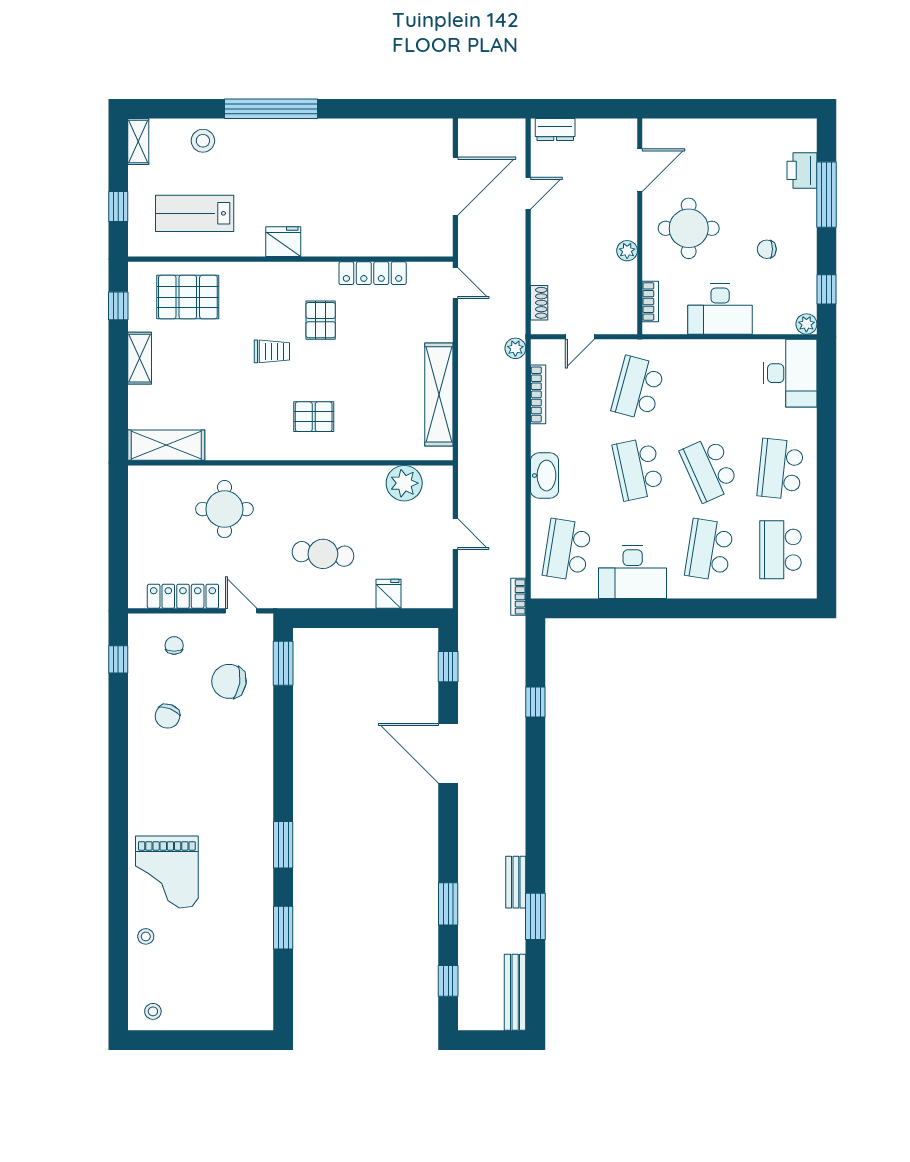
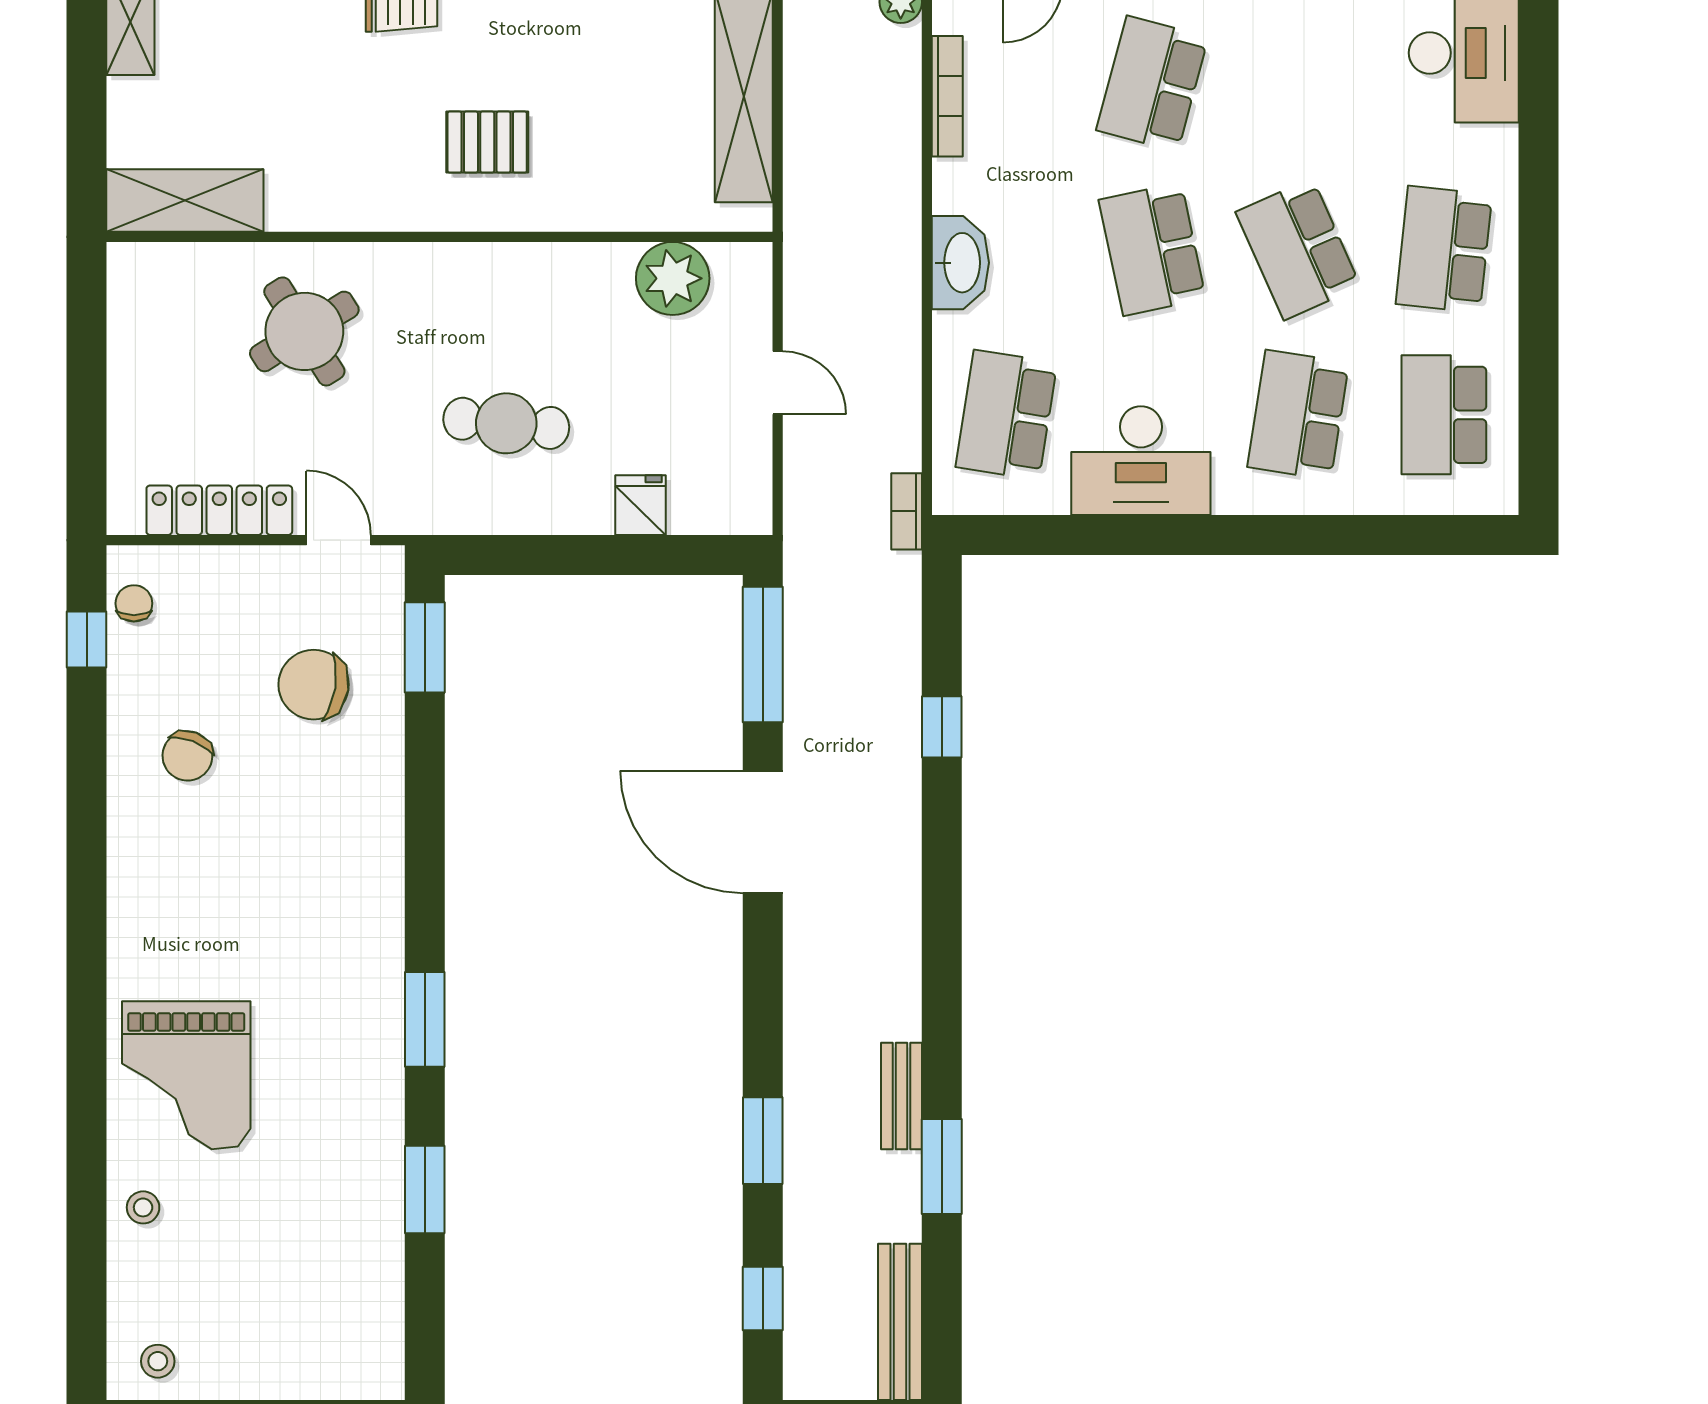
round table: (224, 509) -> (304, 331), turned -32
chair: (174, 645) -> (134, 603), moved
window: (448, 667) -> (763, 654), width x2.17

